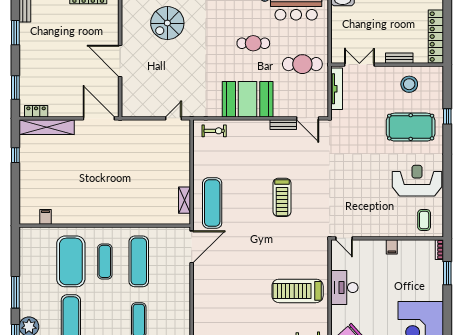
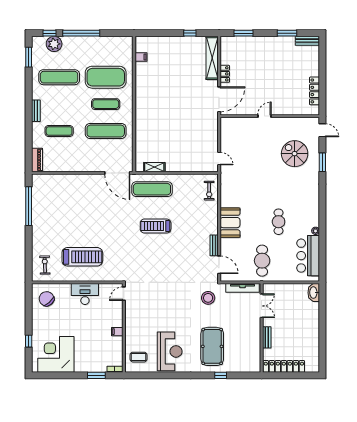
door: (120, 61) -> (264, 116), width x0.53
stool: (409, 84) -> (208, 298), moved
booth: (248, 99) -> (230, 223), width x0.73, depth x0.70
locker: (36, 111) -> (225, 74), moved
door: (308, 118) -> (219, 265), swing flipped
treadmill: (282, 197) -> (156, 226), moved
treadmill: (298, 291) -> (82, 257), turned 90
window: (15, 292) -> (81, 33), width x1.46

